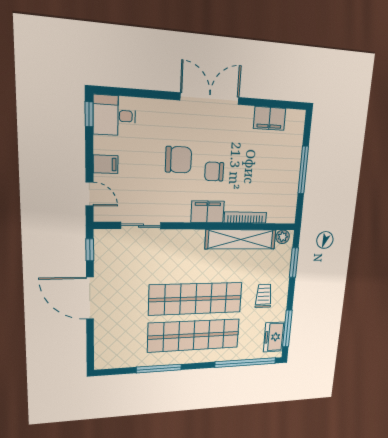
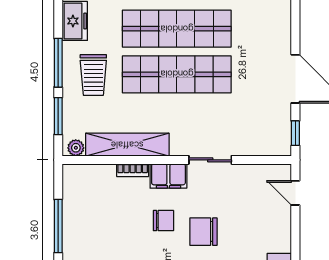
filing cabinet: (106, 164) -> (279, 224), removed
bookcase: (245, 218) -> (133, 170), width x0.64
sliding door: (141, 226) -> (210, 160), moved
trolley: (264, 296) -> (93, 75), width x1.36, depth x1.39
window: (287, 328) -> (58, 63), moved

